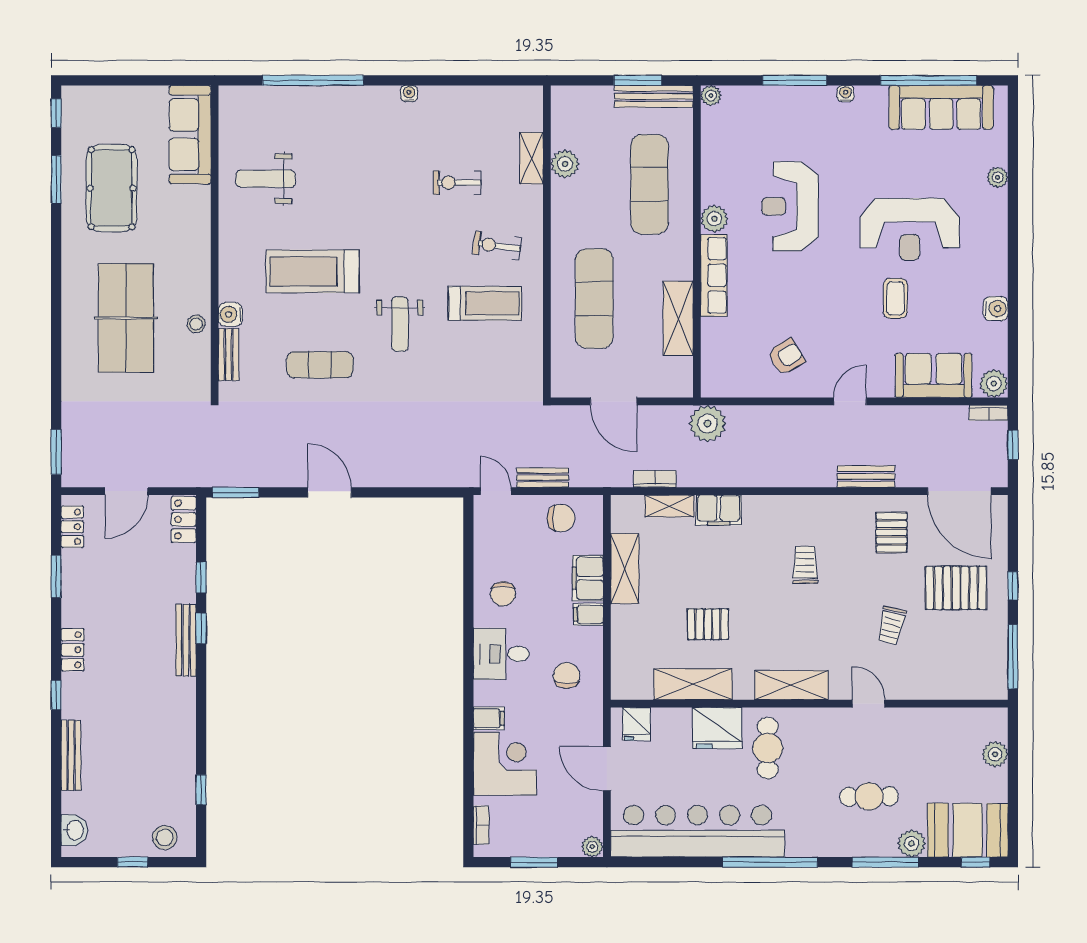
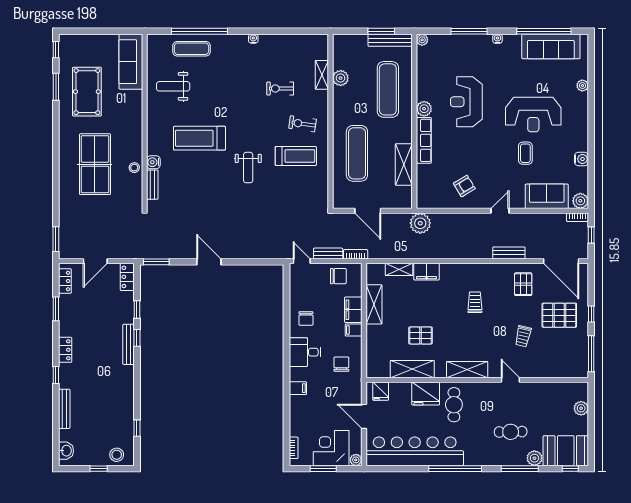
exercise mat: (320, 365) -> (192, 49), moved
bookcase: (655, 479) -> (356, 254), moved
corner desk: (505, 764) -> (331, 448), moved, turned -90

